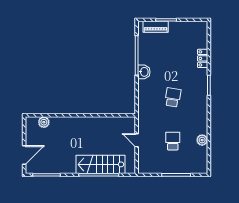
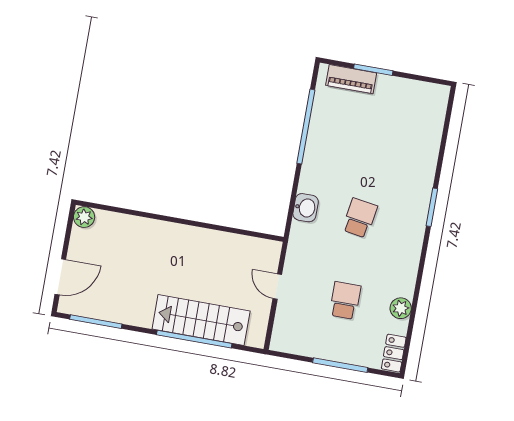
locker: (203, 58) -> (394, 353), moved
washbasin: (144, 72) -> (306, 208), moved
plant: (44, 122) -> (84, 217), moved

